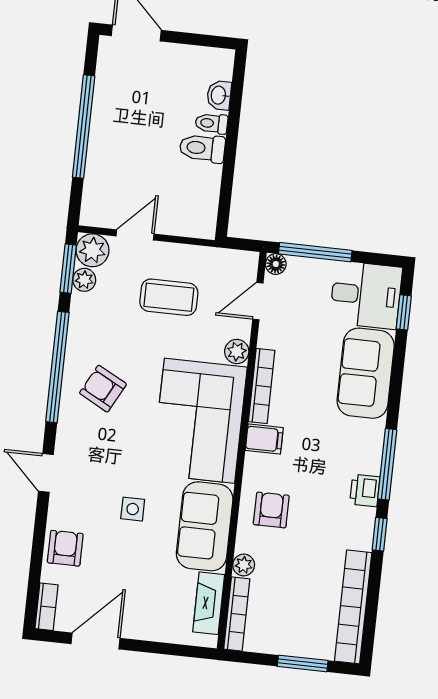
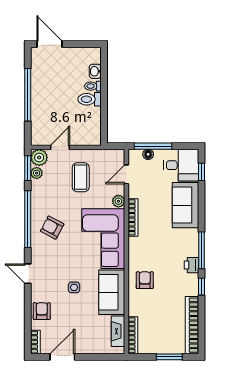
floor lamp: (276, 264) -> (148, 154), moved
coffee table: (169, 297) -> (81, 177), turned 90
filing cabinet: (264, 439) -> (137, 244), removed
plant: (244, 565) -> (134, 310), removed

